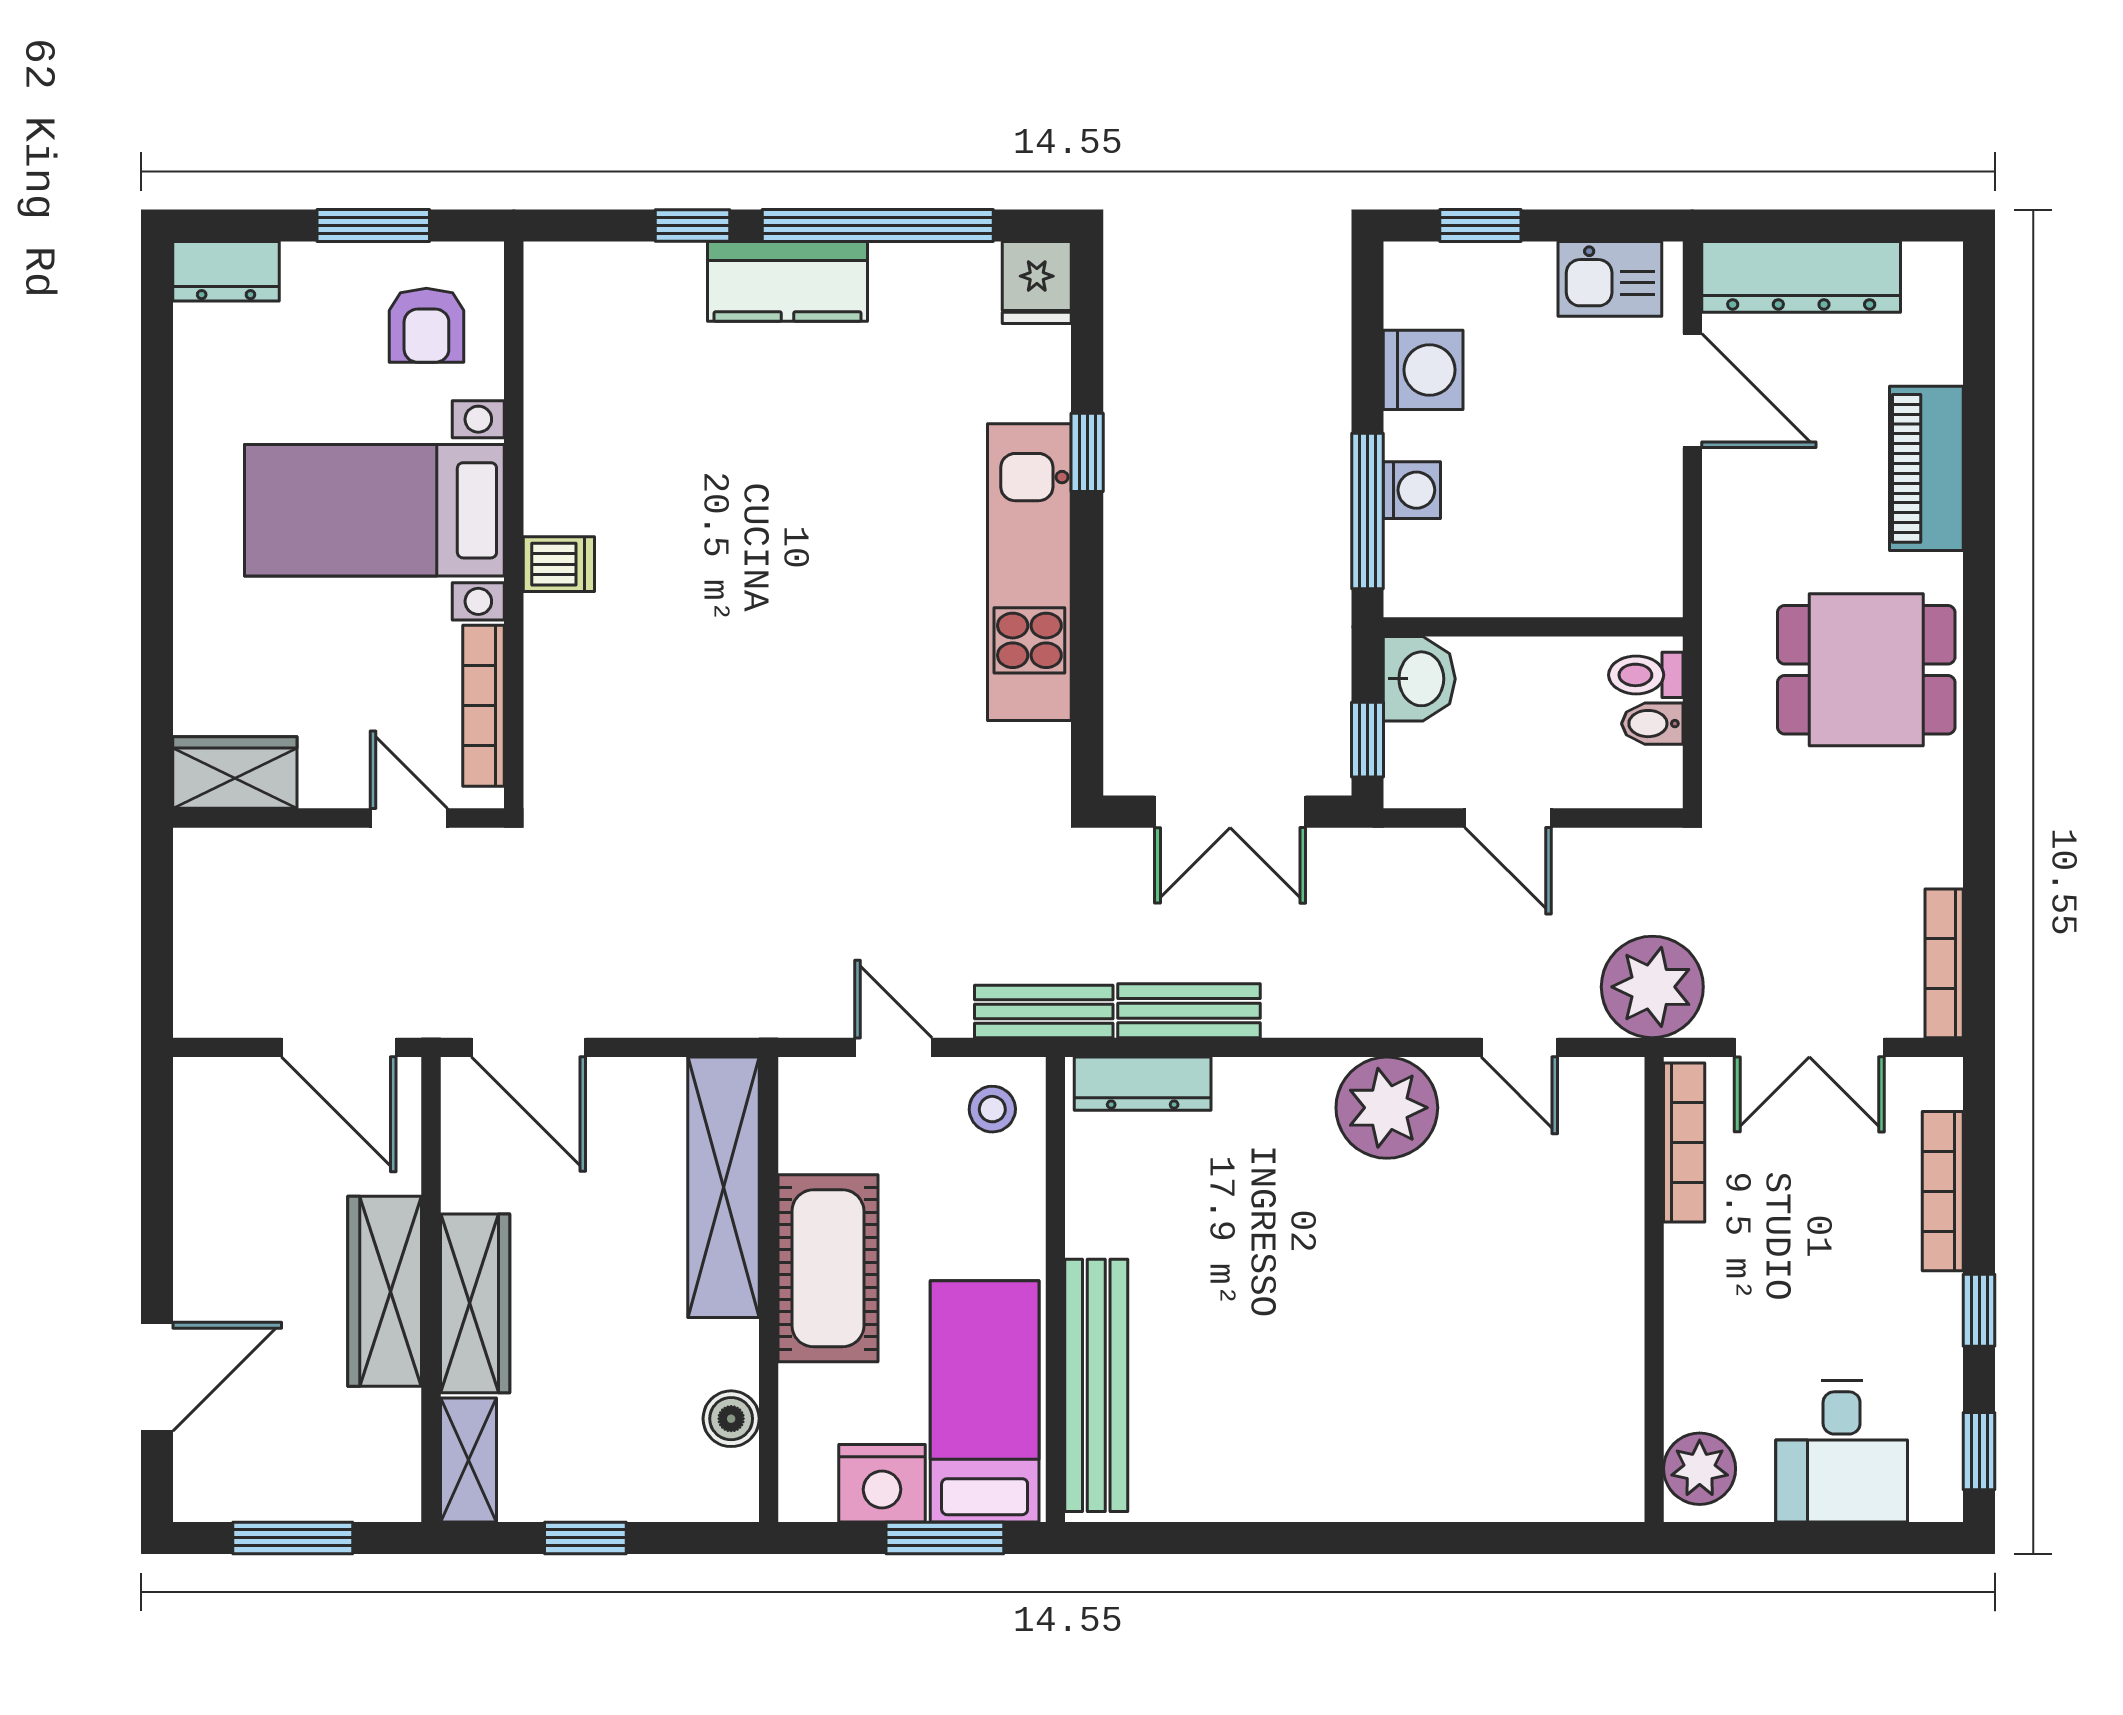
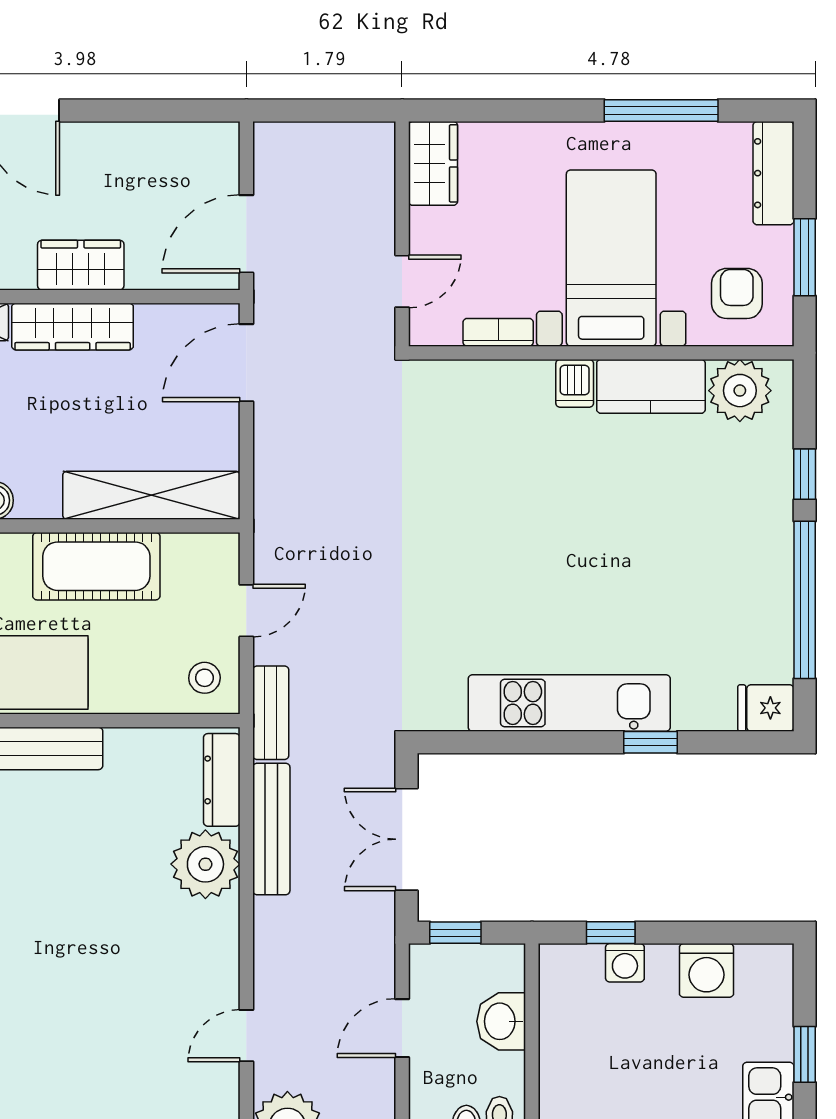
window: (1480, 226) -> (805, 1054), moved
dresser: (226, 271) -> (773, 173), width x1.44
kitchen counter: (787, 281) -> (651, 386), moved, turned -90
plant: (569, 321) -> (740, 391), added
armchair: (426, 325) -> (737, 293), turned 90
window: (157, 437) -> (661, 110), added
window: (1367, 511) -> (611, 933), width x0.46
washbasin: (1419, 679) -> (501, 1021), moved, turned 90
bookcase: (484, 706) -> (498, 332), width x0.64
bench: (1189, 1011) -> (271, 829), width x1.36
plant: (1387, 1108) -> (205, 864), moved
wardrobe: (385, 1291) -> (81, 265), width x0.67

